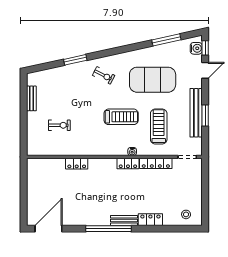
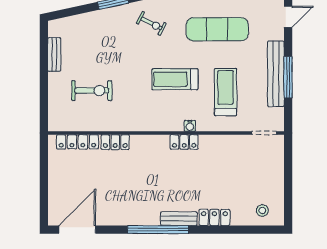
exercise mat: (153, 80) -> (217, 29), width x0.68
window: (205, 115) -> (288, 77), width x1.44
treadmill: (121, 117) -> (175, 79), turned 180
exercise bike: (59, 125) -> (92, 91), width x1.38, depth x1.39
locker: (156, 163) -> (77, 142), moved

